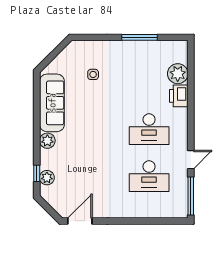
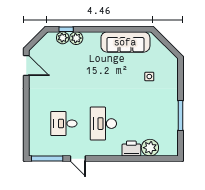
plant: (47, 141) -> (76, 38), moved
desk: (149, 176) -> (64, 124), width x0.73

